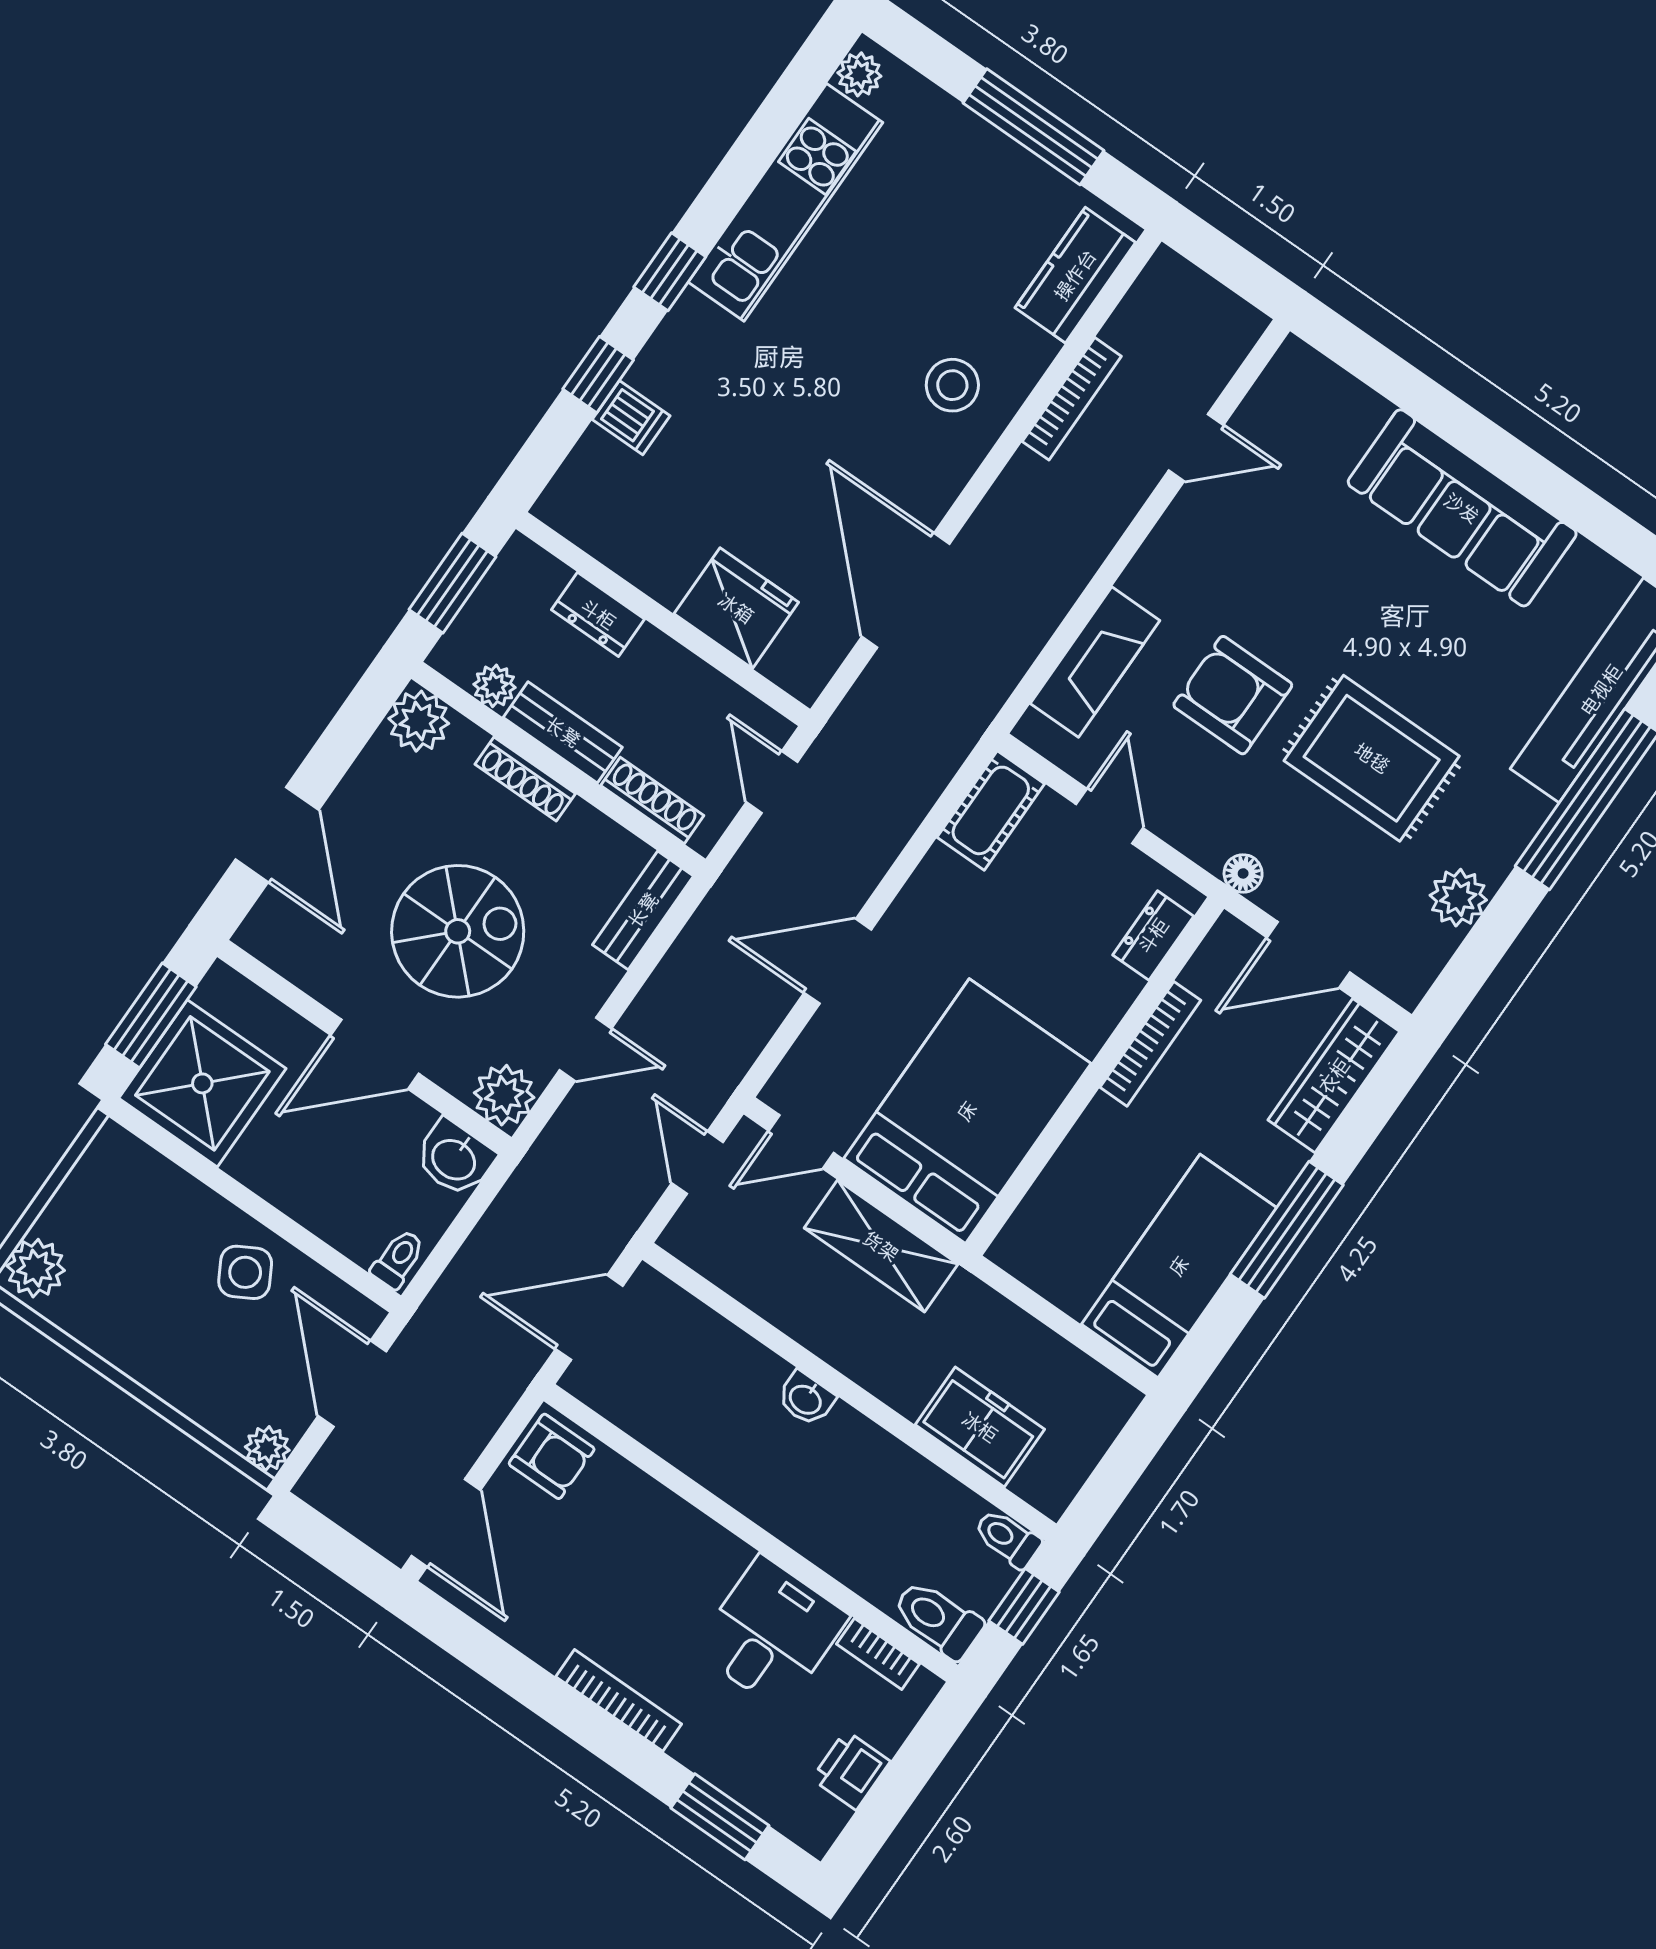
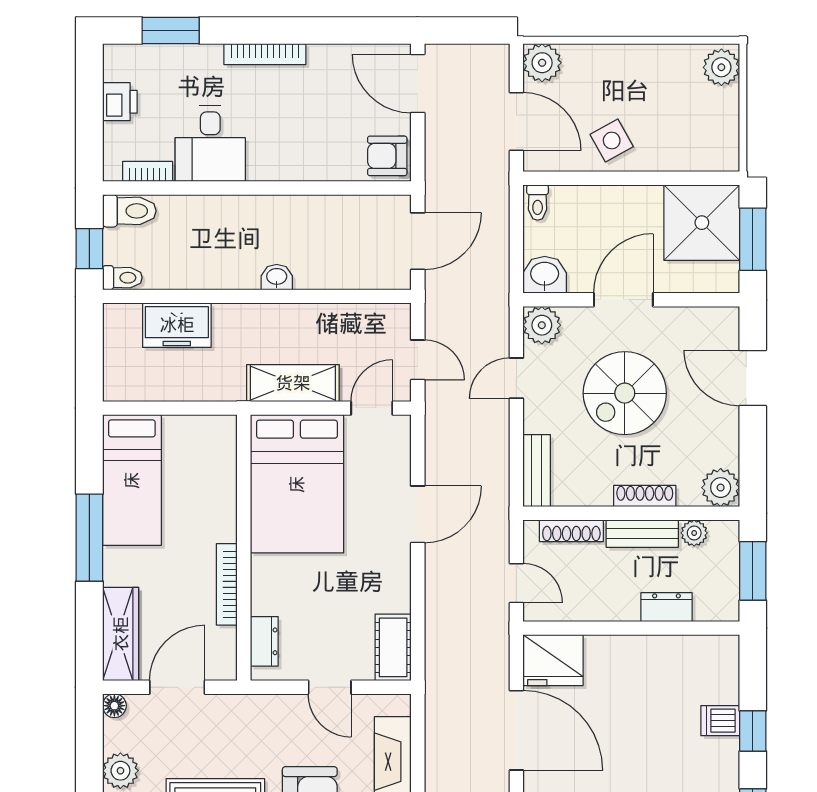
fridge: (736, 608) -> (553, 660), moved
floor lamp: (1243, 873) -> (114, 706), moved
plant: (267, 1449) -> (542, 63), width x1.38, depth x1.38

